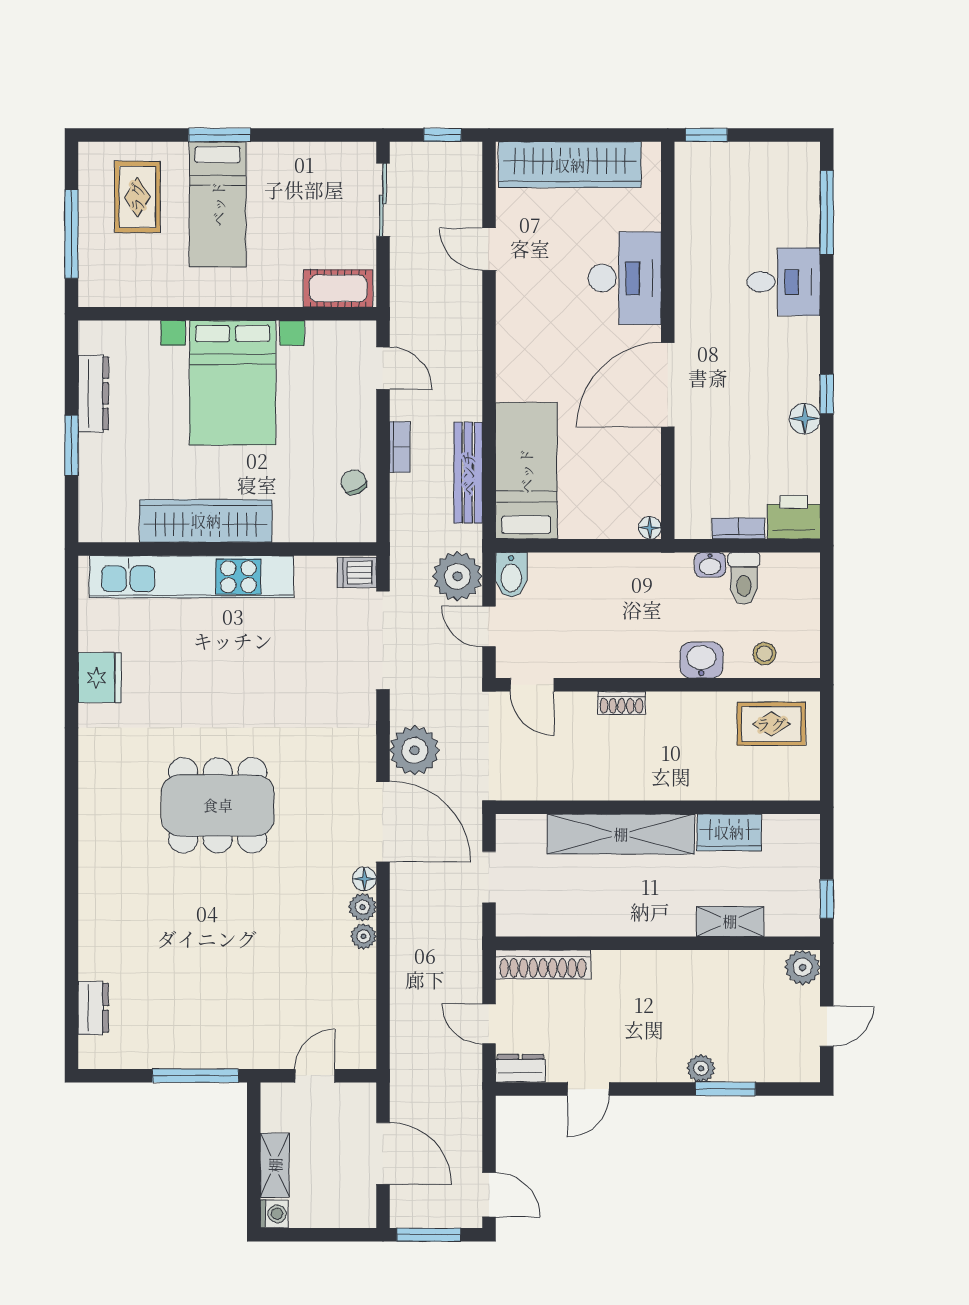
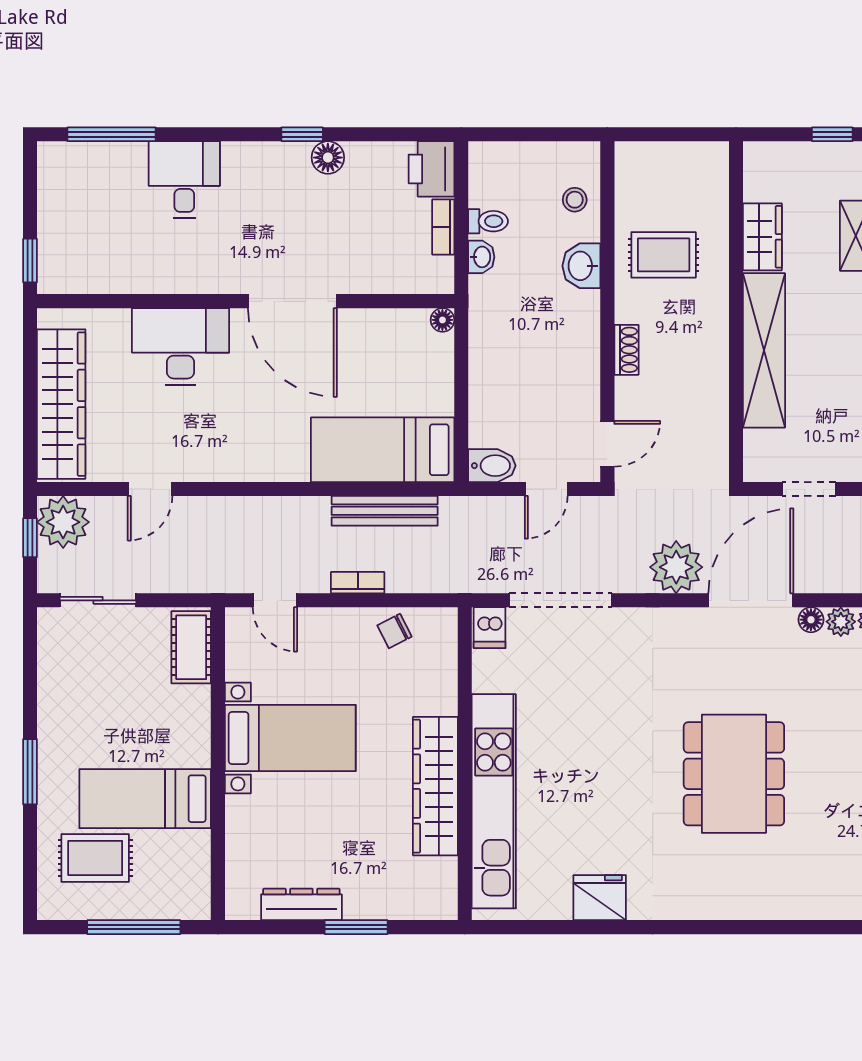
bed: (218, 204) -> (145, 799), moved, turned 180
door: (383, 368) -> (275, 600), swing flipped
bed with nightstands: (233, 383) -> (290, 738), width x0.73
plant: (457, 576) -> (63, 522), moved
toilet: (744, 578) -> (488, 221), width x0.73, depth x0.72
rug: (771, 724) -> (664, 255), moved, turned 90

